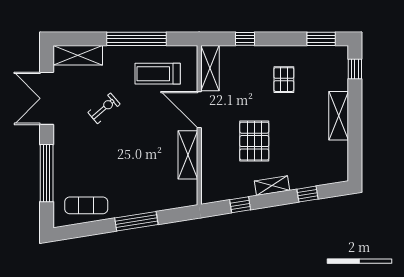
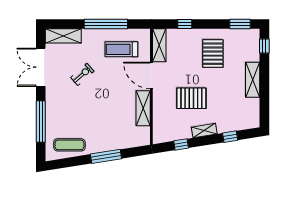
pallet: (284, 80) -> (213, 54), width x1.50, depth x1.42
pallet: (254, 141) -> (191, 98), turned 90

